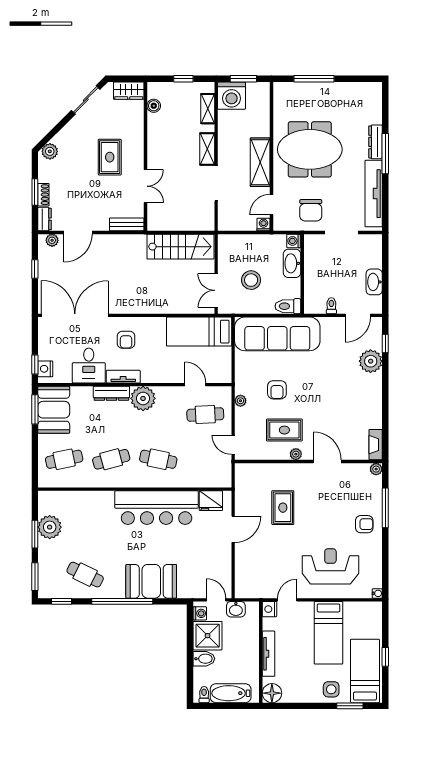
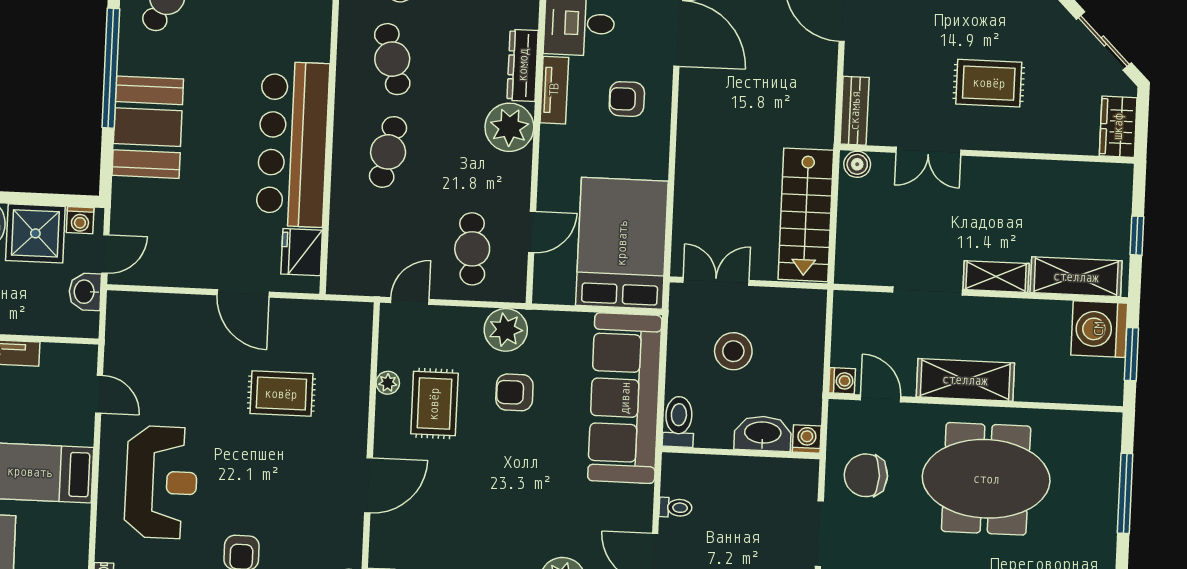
boiler: (154, 106) -> (857, 164), moved
shelving: (208, 109) -> (1076, 277), width x1.50, depth x1.33
meeting table: (310, 149) -> (986, 479), turned 90
bed: (199, 332) -> (622, 243), width x1.50
plant: (240, 401) -> (506, 330), width x1.88, depth x1.88
plant: (296, 454) -> (388, 383), moved
nightstand: (269, 609) -> (82, 358), removed

